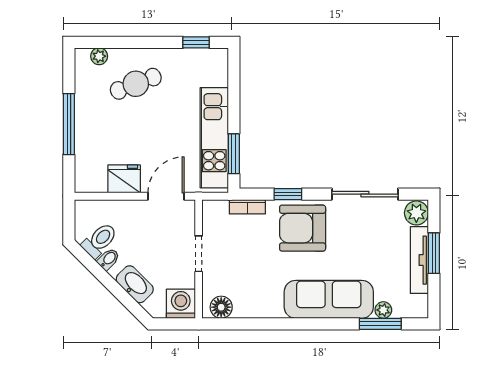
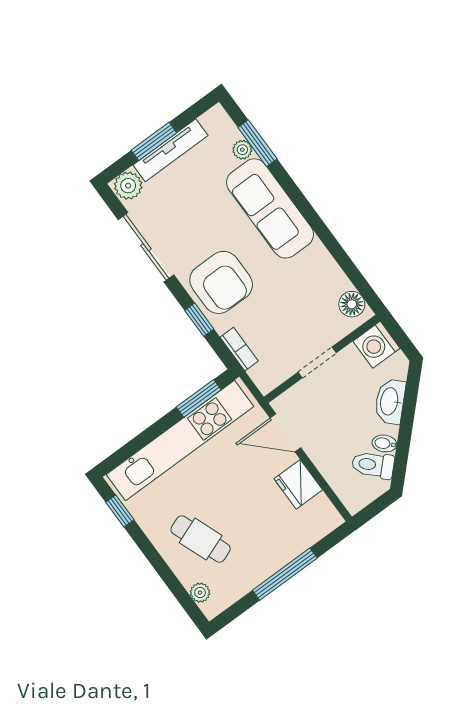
kitchen unit: (214, 138) -> (180, 441), width x1.36

